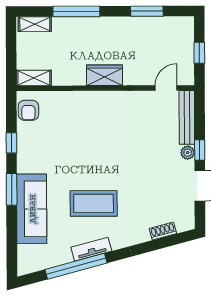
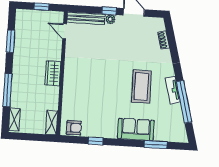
window: (12, 189) -> (156, 145), moved
sofa: (32, 209) -> (136, 129), width x0.73

